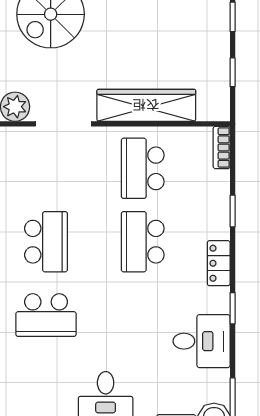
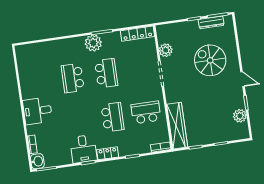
wardrobe: (146, 105) -> (177, 126), moved
school desk: (46, 242) -> (106, 73), turned -90
school desk: (143, 242) -> (113, 117), turned 90
desk: (202, 341) -> (83, 149), moved

